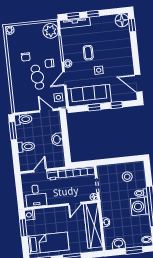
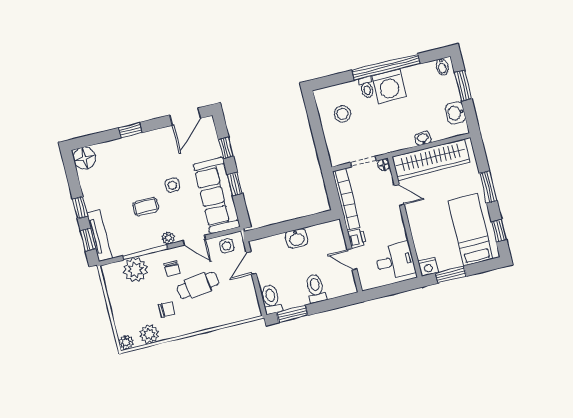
window: (132, 25) -> (130, 130), moved
plant: (51, 31) -> (135, 270), moved
plant: (12, 44) -> (149, 334), added

